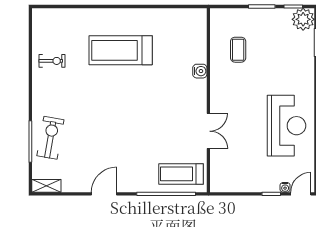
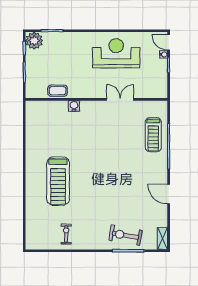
water cooler: (200, 71) -> (74, 106), moved
wall: (208, 100) -> (96, 99), moved
double door: (208, 131) -> (120, 99), moved

